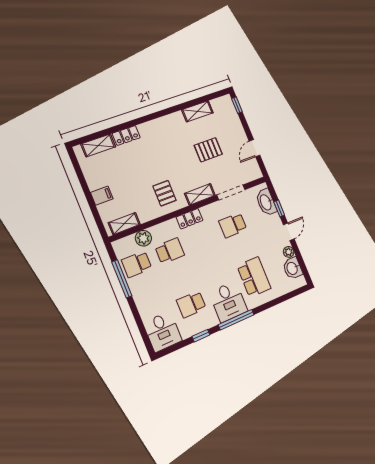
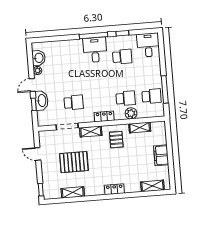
locker: (126, 135) -> (114, 189), moved
door: (255, 148) -> (38, 154), swing flipped
pallet: (208, 150) -> (74, 162), width x1.50, depth x1.42
filing cabinet: (102, 196) -> (161, 155), width x2.00
washbasin: (266, 202) -> (42, 101), moved
shelving: (124, 224) -> (140, 128), moved
plant: (143, 238) -> (131, 113), moved
school desk: (170, 251) -> (126, 98), turned 180
school desk: (254, 277) -> (70, 61), removed

